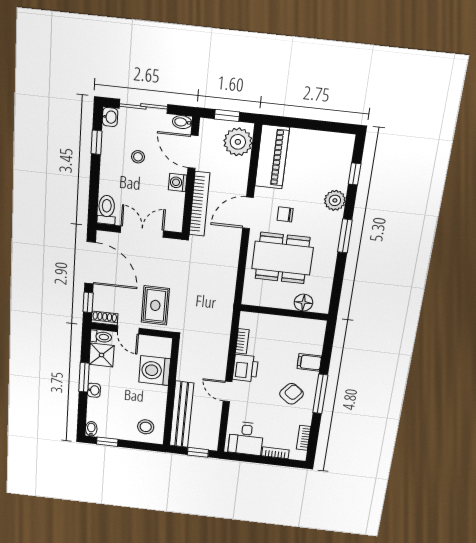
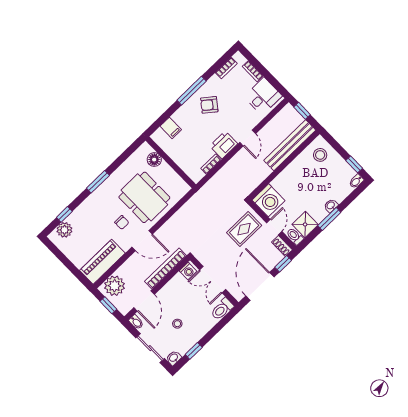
washing machine: (178, 183) -> (188, 271), moved
plant: (335, 200) -> (64, 230), moved
filing cabinet: (309, 362) -> (171, 128), moved
washing machine: (155, 371) -> (269, 200), moved

